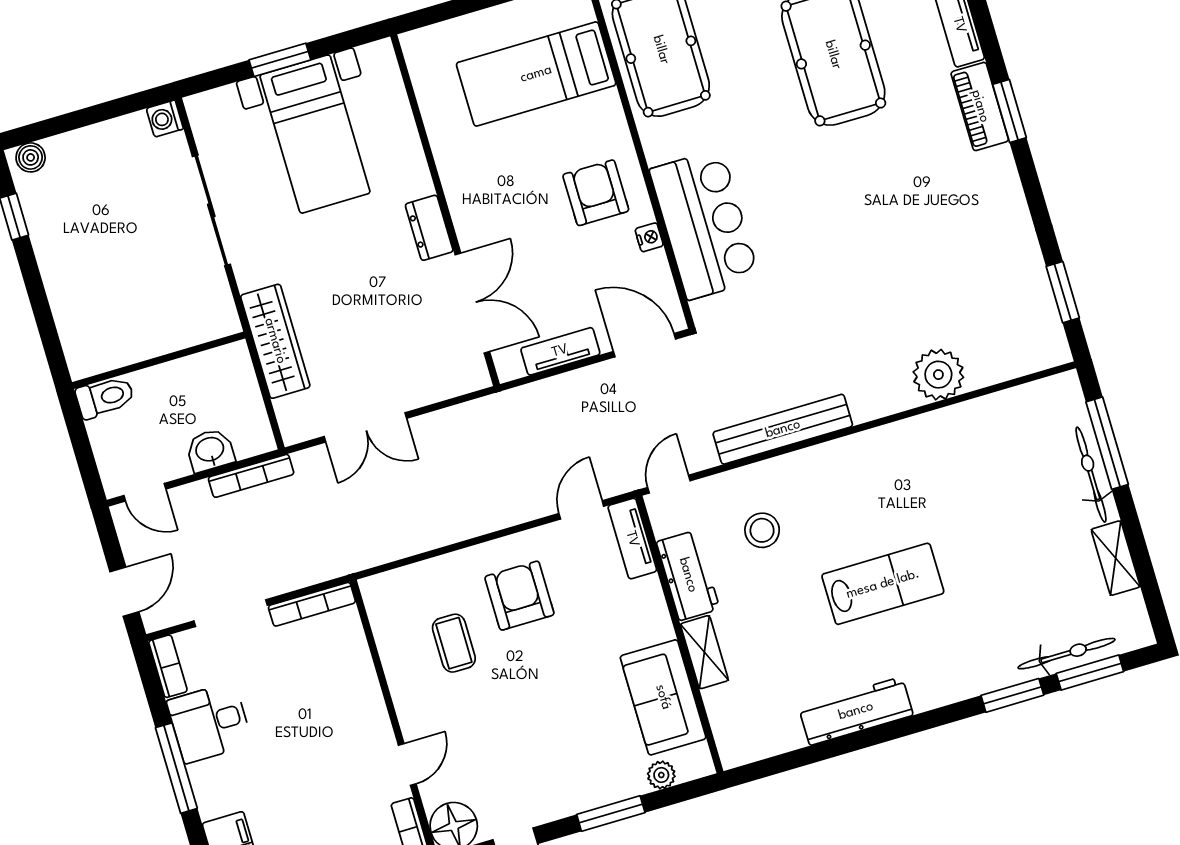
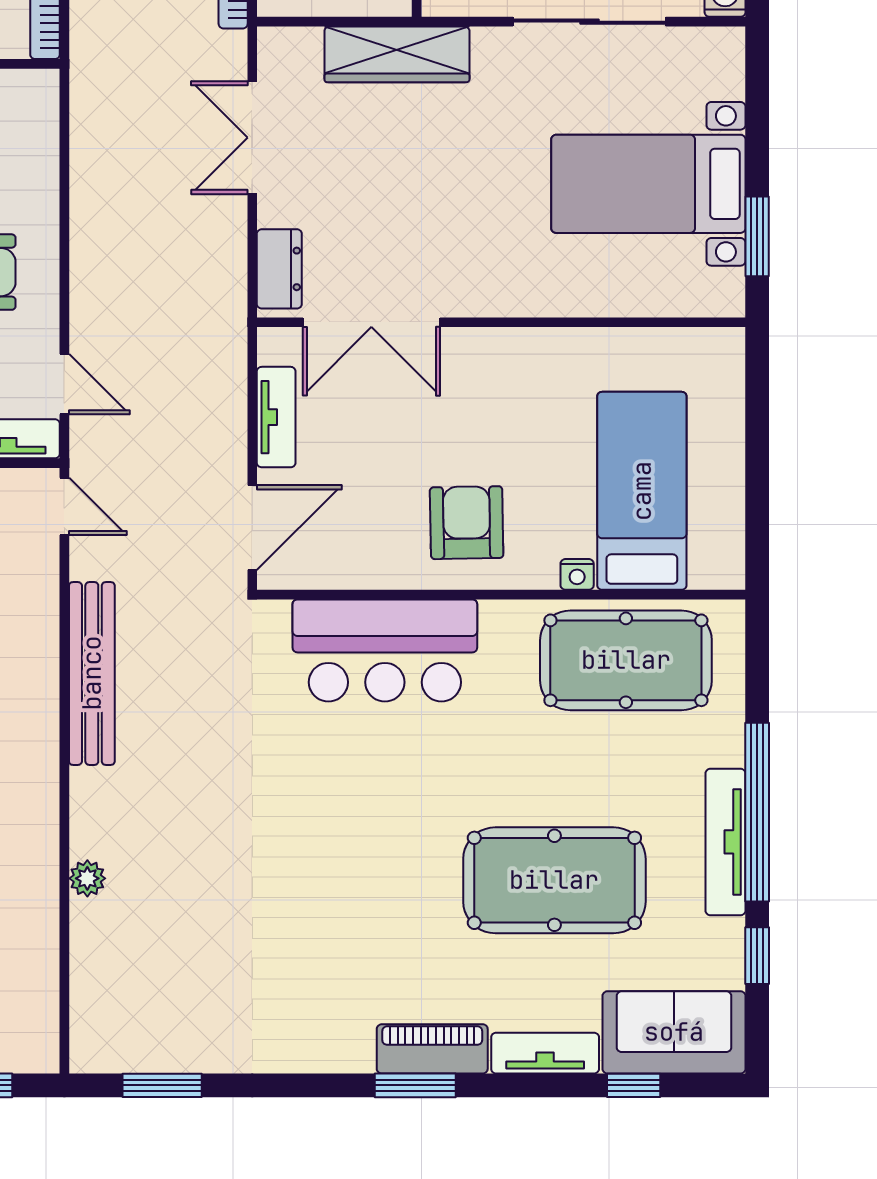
window: (280, 60) -> (757, 236), moved
armchair: (596, 193) -> (467, 523), turned -91
dresser: (429, 228) -> (279, 269), moved, turned 90
nightstand: (649, 237) -> (577, 574), moved
plant: (938, 375) -> (87, 878), width x0.53, depth x0.53

